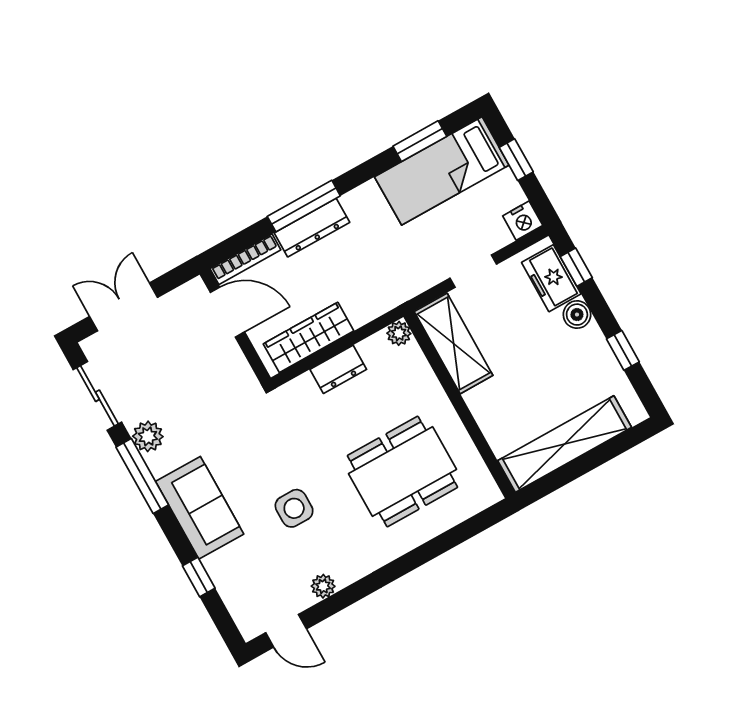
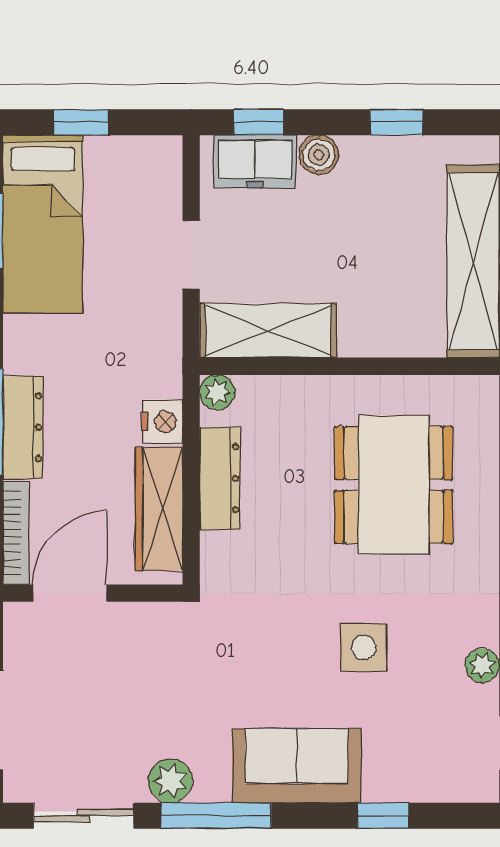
nightstand: (523, 221) -> (162, 422), moved
dresser: (338, 369) -> (220, 478), width x1.44

